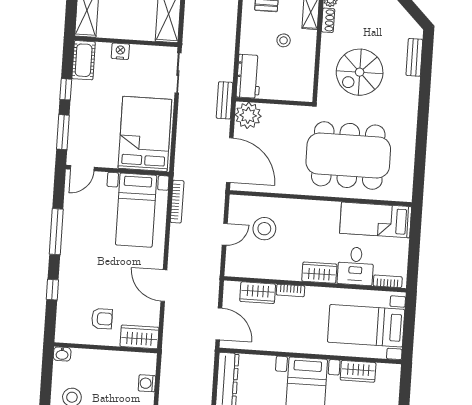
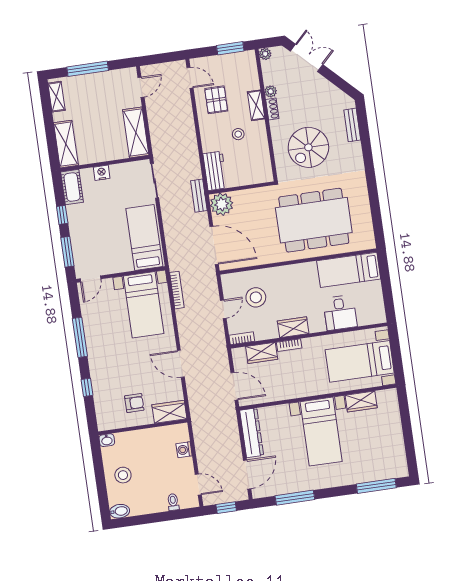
bed: (145, 134) -> (144, 237), width x0.67
wardrobe: (319, 273) -> (293, 327), moved
bookcase: (388, 281) -> (242, 338), moved

